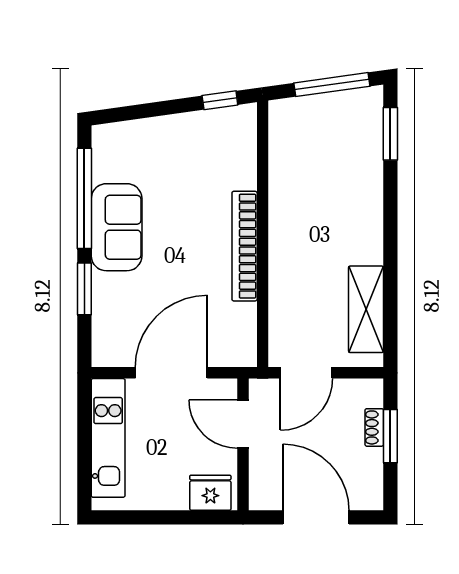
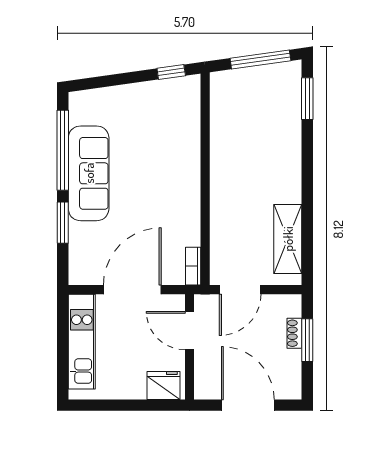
sofa: (117, 227) -> (89, 173), width x1.36
bookcase: (245, 246) -> (193, 266), moved, width x0.43, depth x0.76

